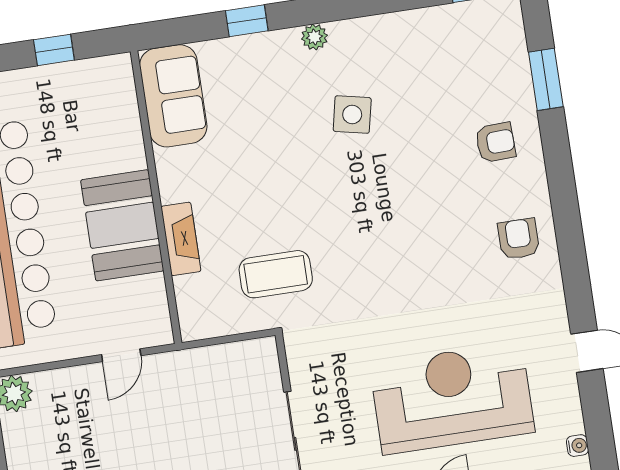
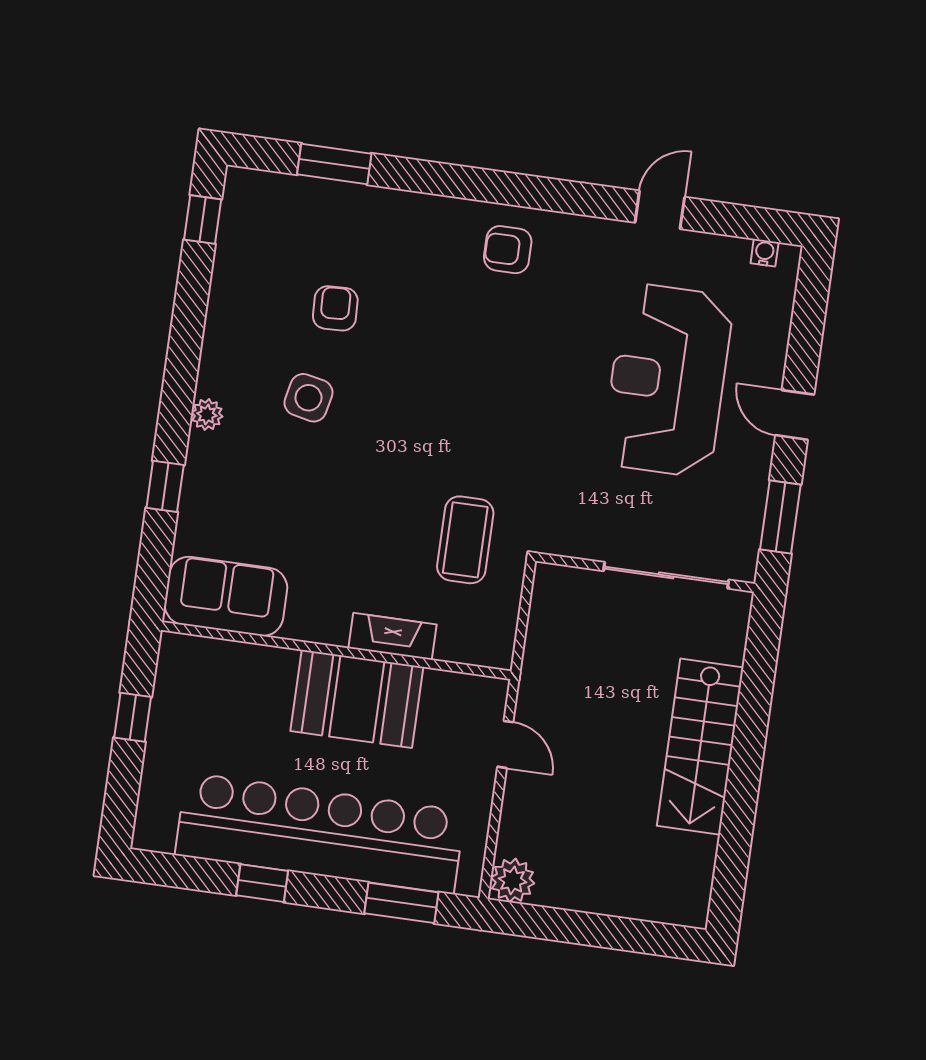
armchair: (495, 142) -> (335, 308), moved

